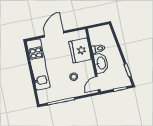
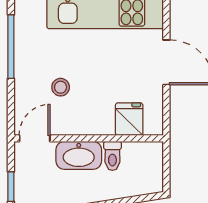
fridge: (80, 50) -> (129, 119), width x0.53, depth x0.75
door: (98, 83) -> (35, 138), hinge flipped

